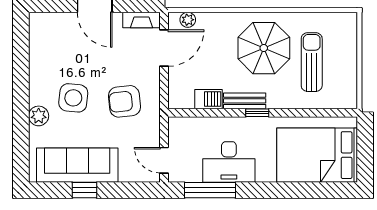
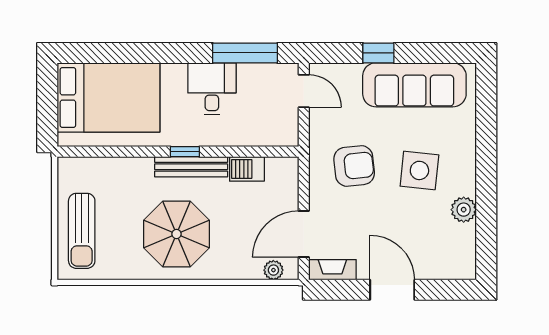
sun lounger: (312, 62) -> (82, 231), moved
bench: (245, 101) -> (191, 167), width x1.36
plant: (39, 116) -> (464, 210), moved
desk: (229, 162) -> (212, 89), width x0.73
window: (84, 190) -> (378, 53), moved

